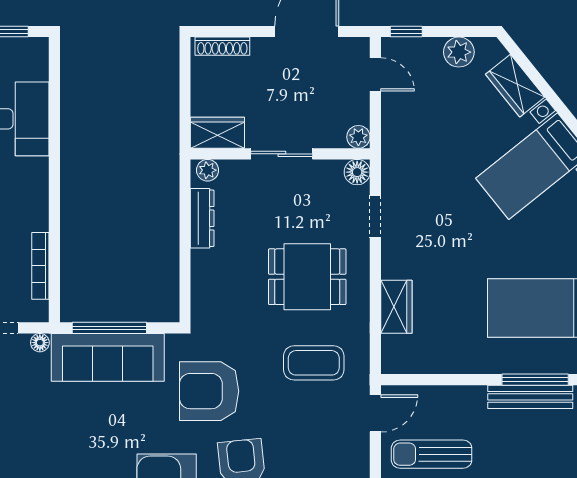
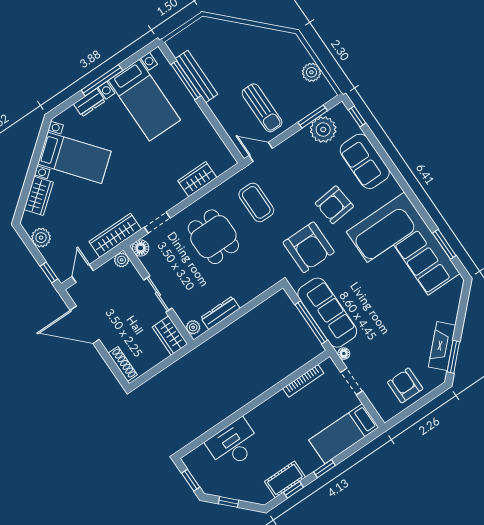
wardrobe: (396, 150) -> (115, 235), added

